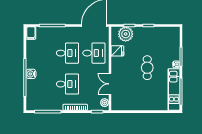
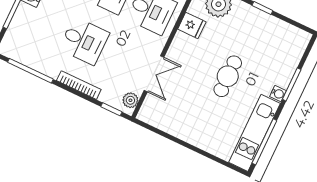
double door: (110, 84) -> (154, 74), swing flipped

